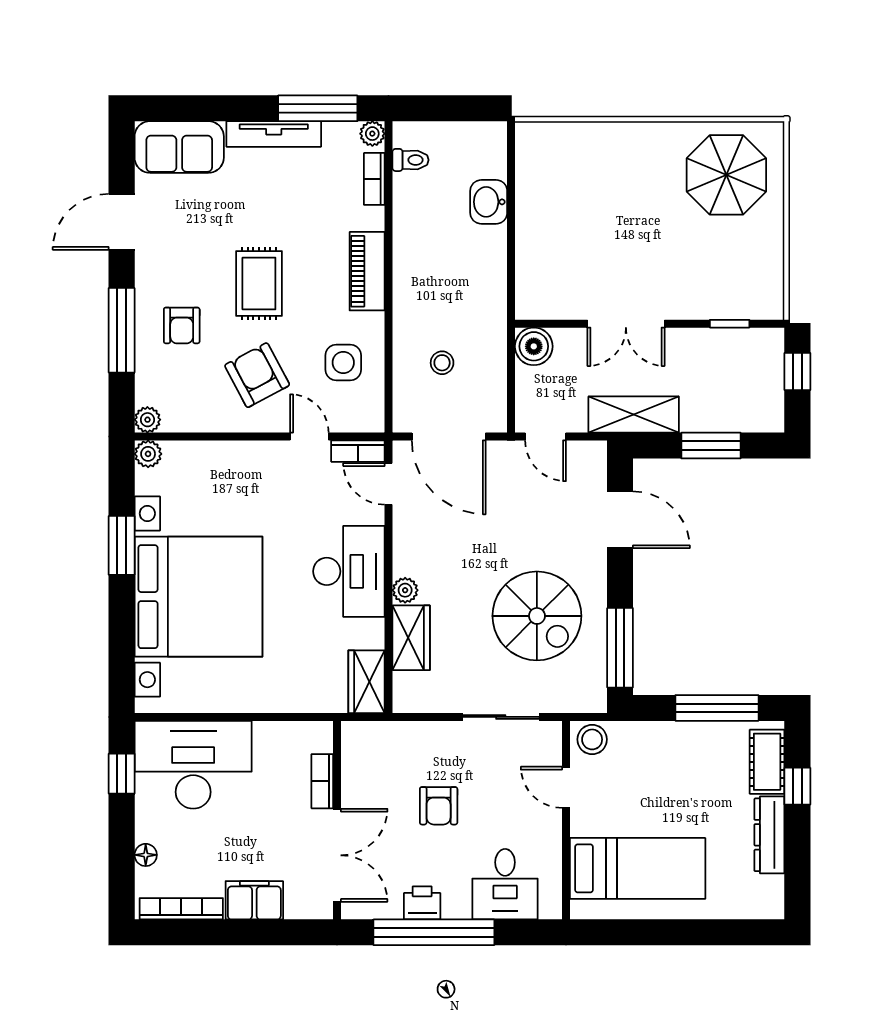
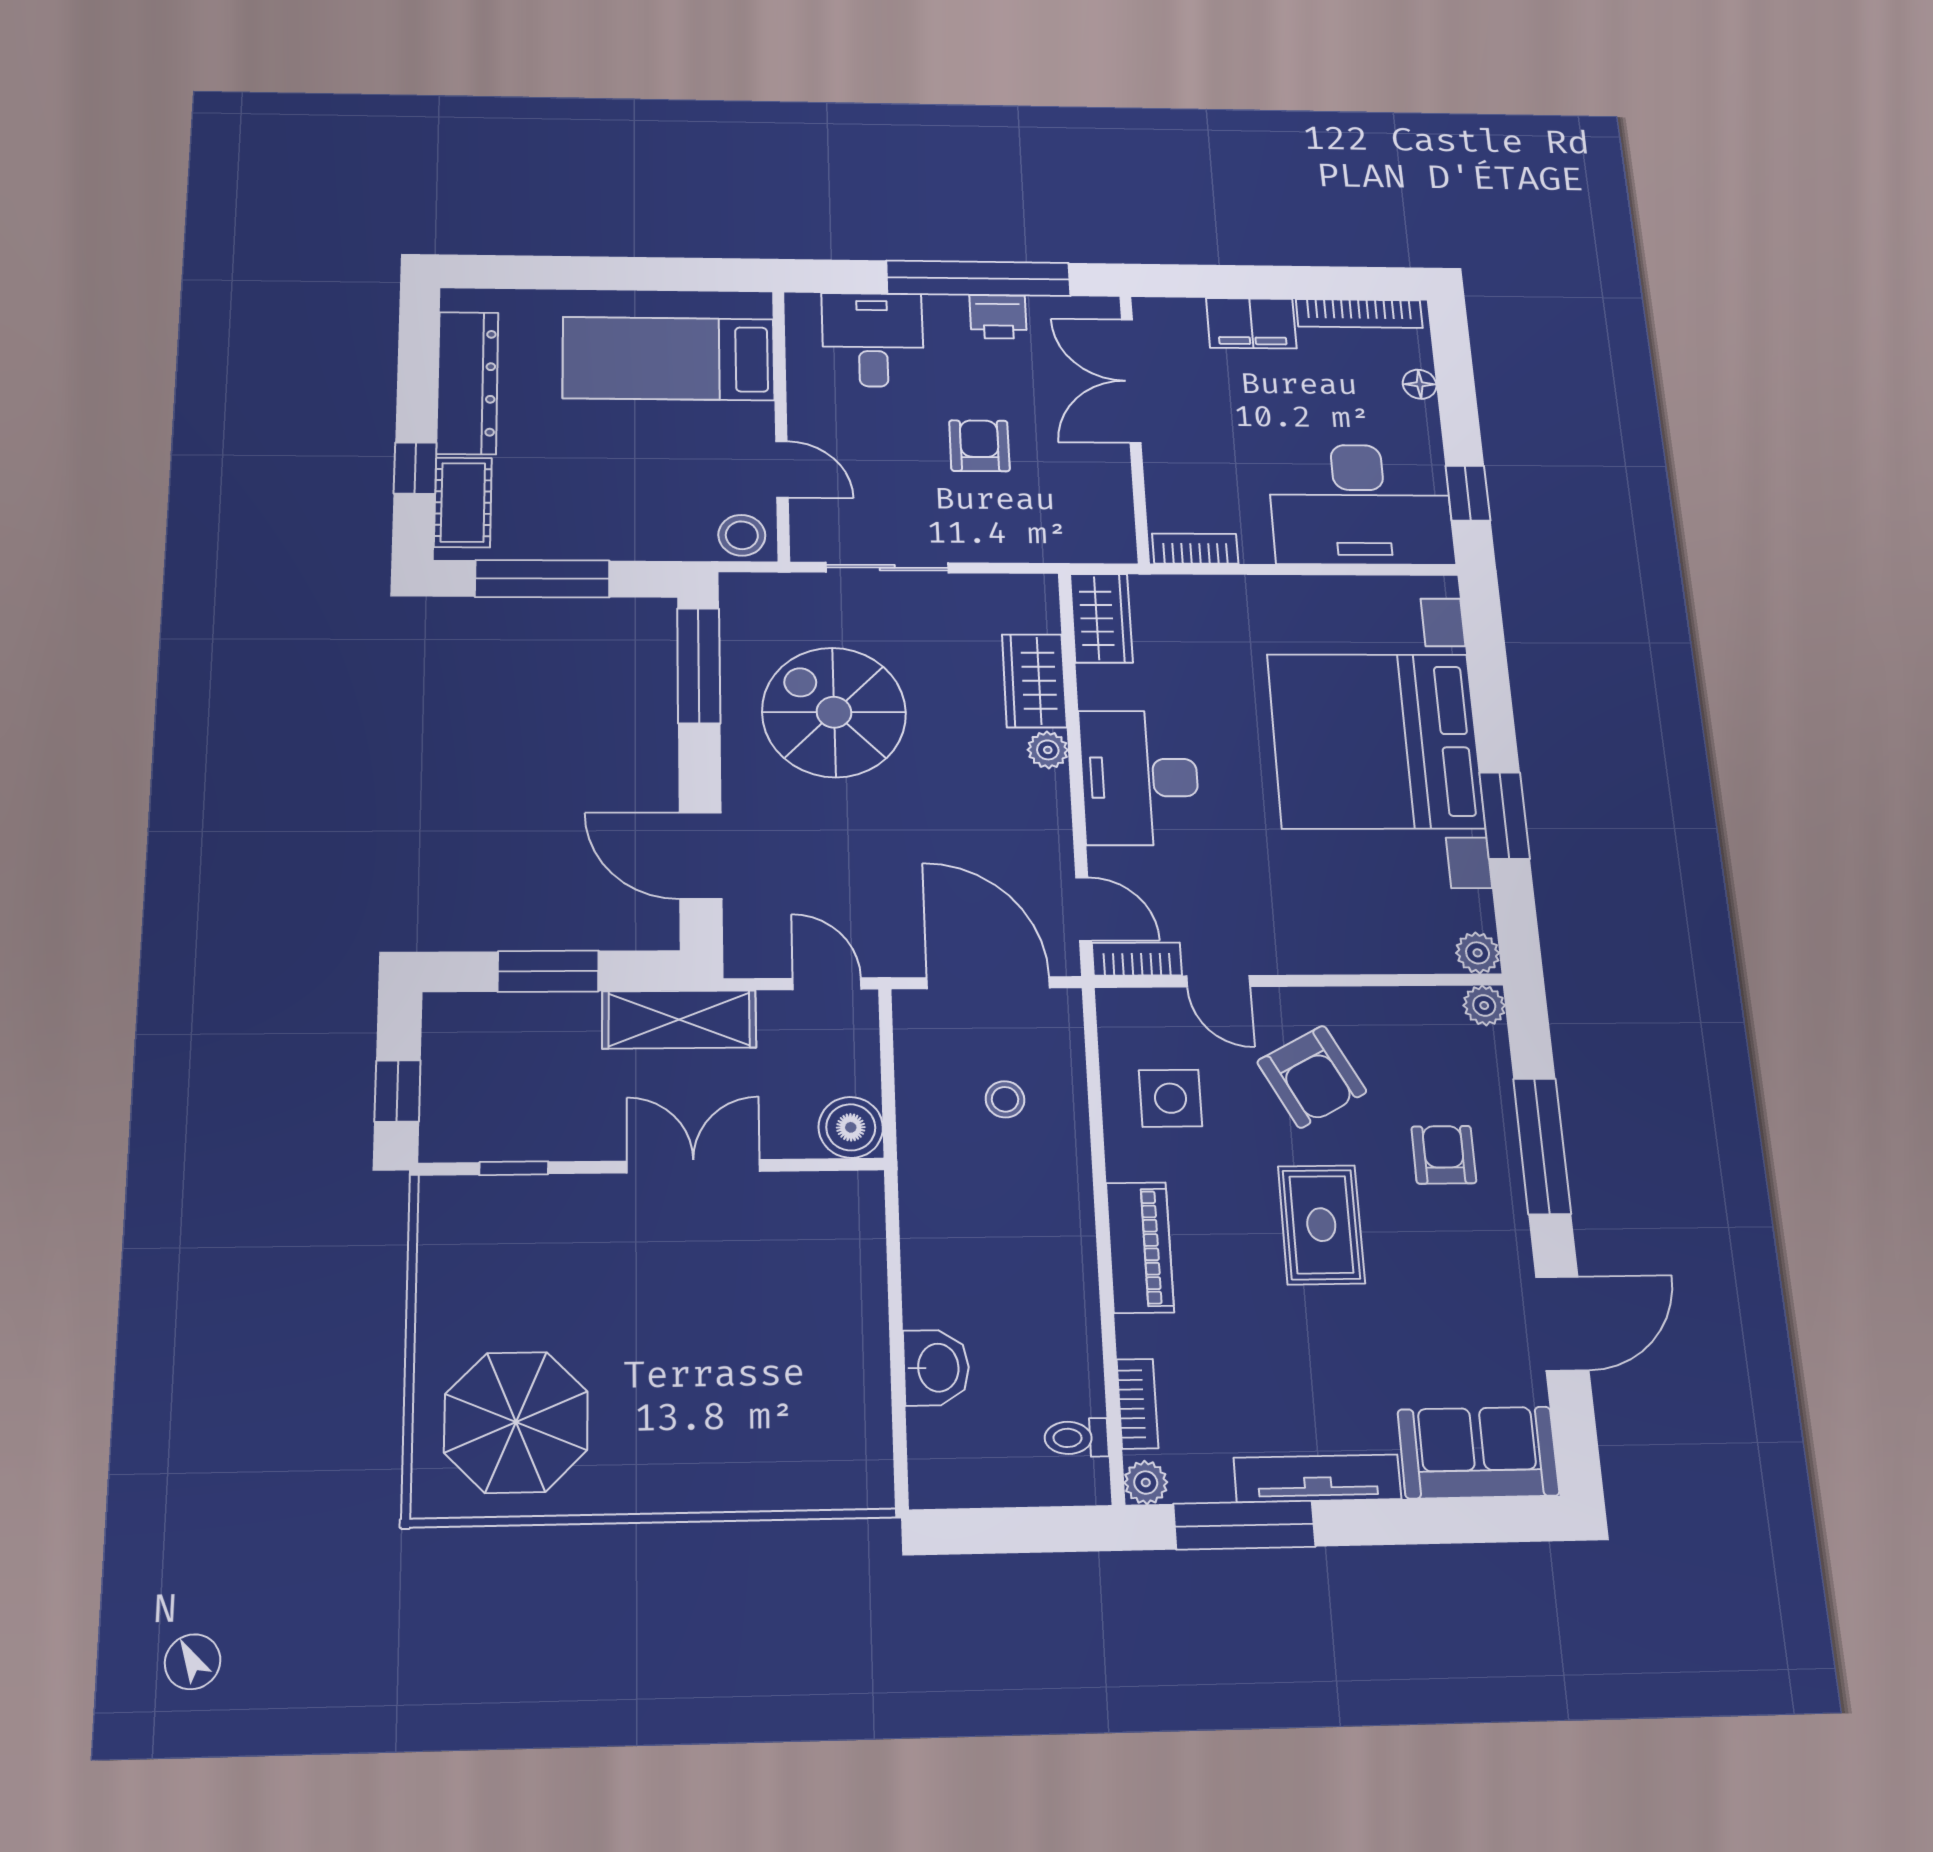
bookcase: (322, 781) -> (1195, 549), moved, turned -90
dresser: (769, 835) -> (468, 383), width x1.37, depth x1.24

